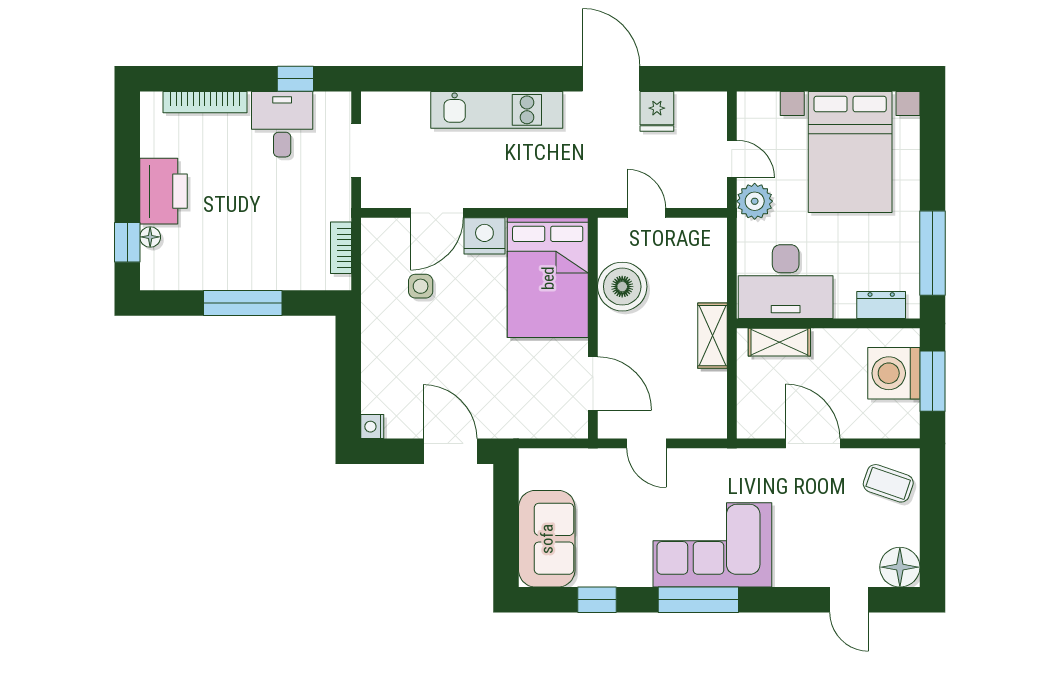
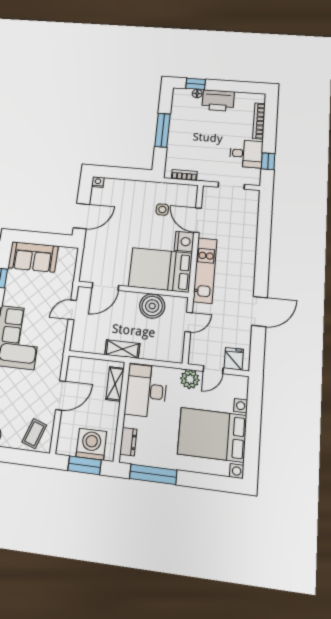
kitchen unit: (497, 110) -> (205, 270), moved, turned 180
fridge: (657, 111) -> (234, 359), moved, turned 90

